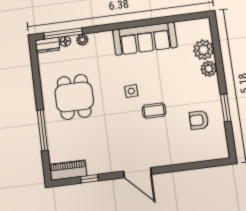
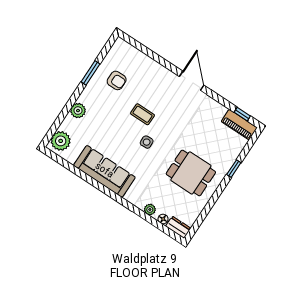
window: (63, 34) -> (160, 226), removed
plant: (204, 50) -> (61, 141), moved
dining table: (74, 97) -> (191, 173), turned 90
window: (42, 130) -> (234, 169), width x0.46
window: (89, 179) -> (242, 114), moved

